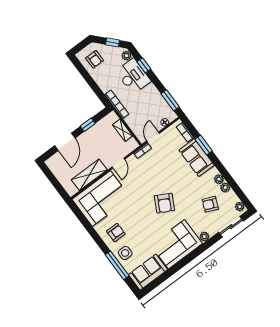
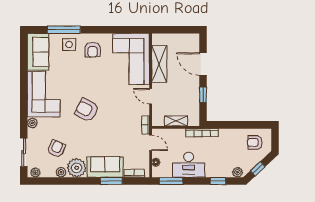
desk: (133, 76) -> (189, 165), moved
plant: (219, 179) -> (77, 168), width x1.87, depth x1.87

